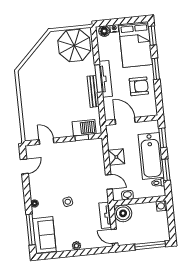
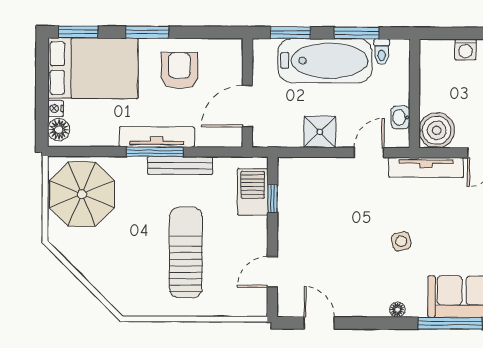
sun lounger: (51, 99) -> (186, 252), added
washing machine: (162, 206) -> (465, 50), moved
tv unit: (105, 215) -> (426, 167), width x1.41

